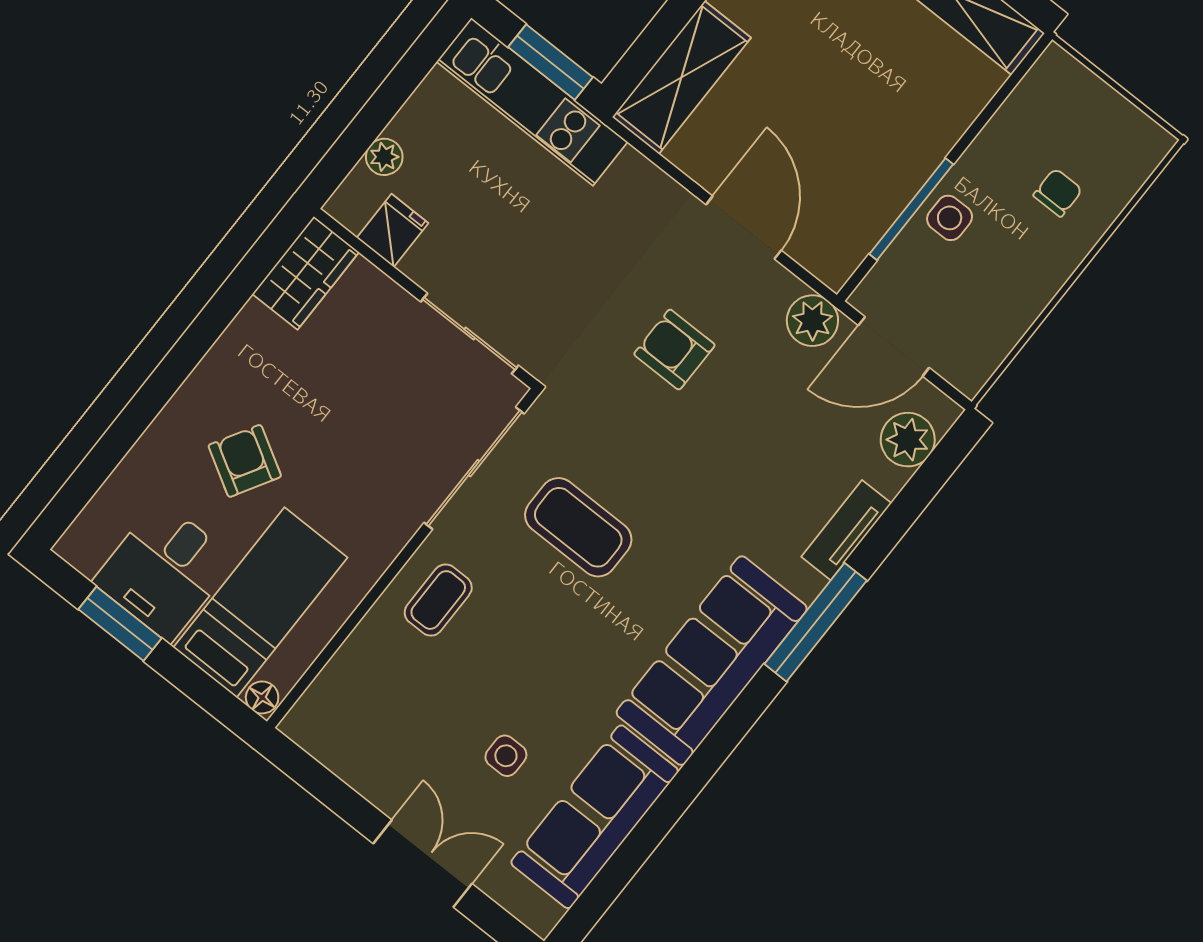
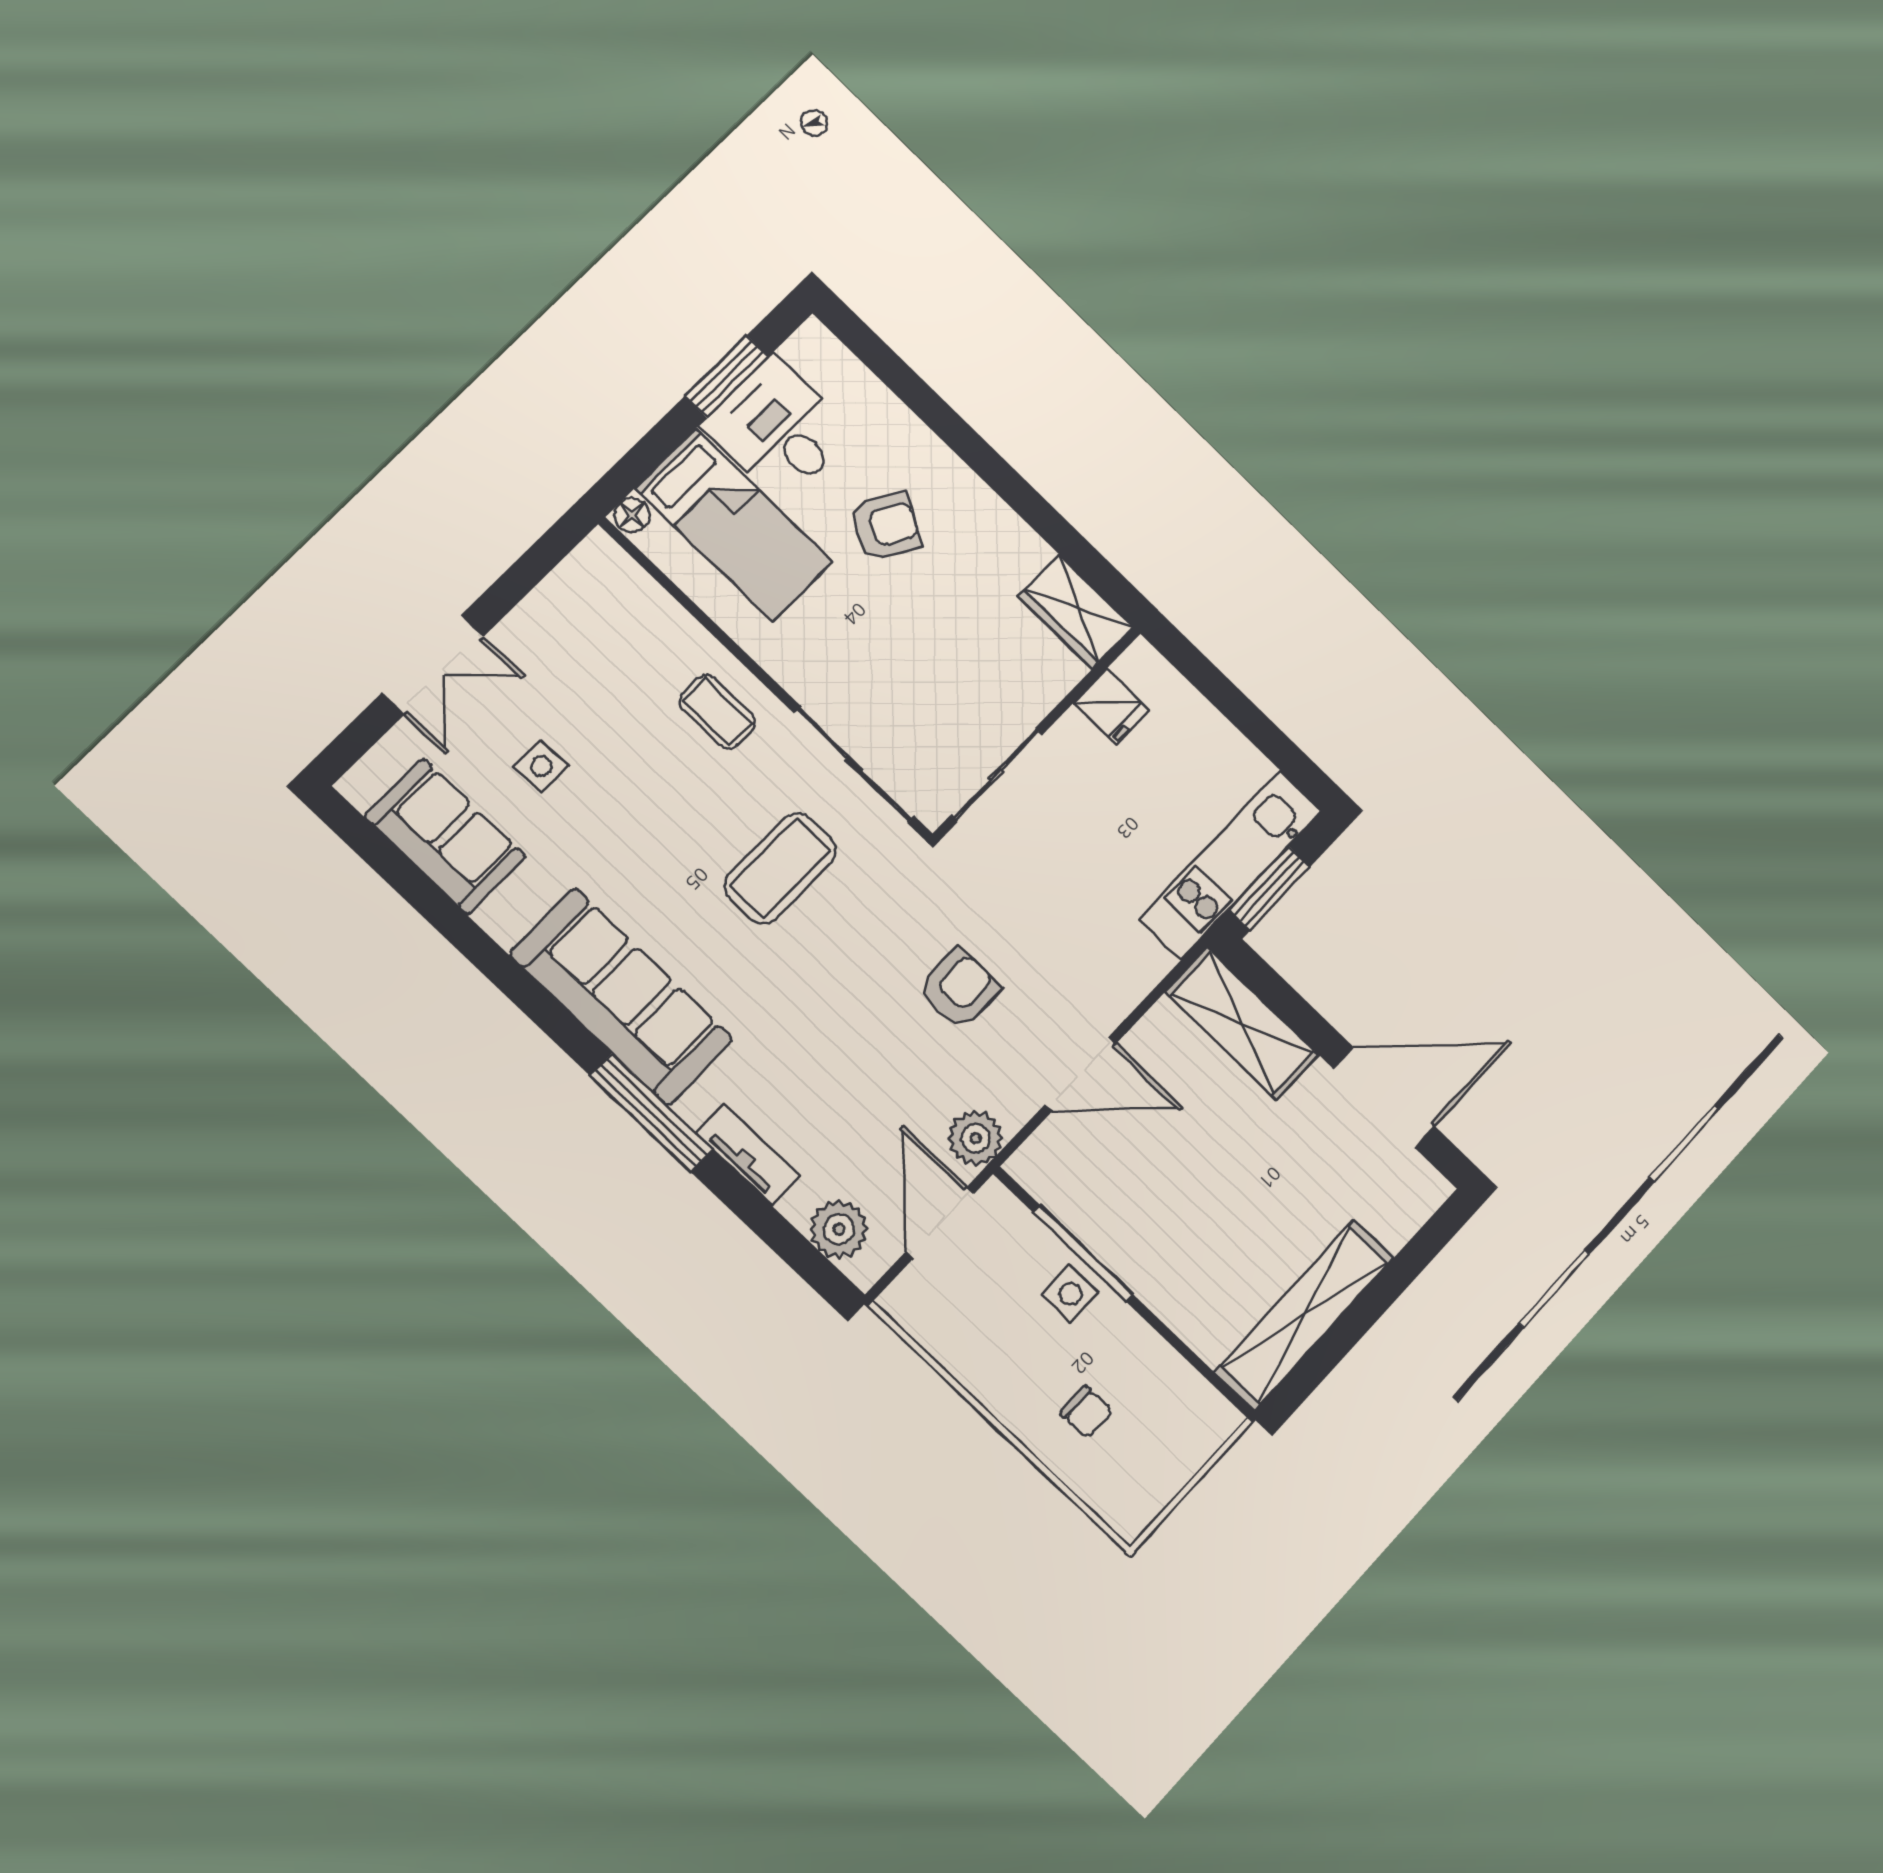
plant: (384, 157) -> (1188, 706), removed
sofa: (595, 817) -> (445, 836), width x0.73

